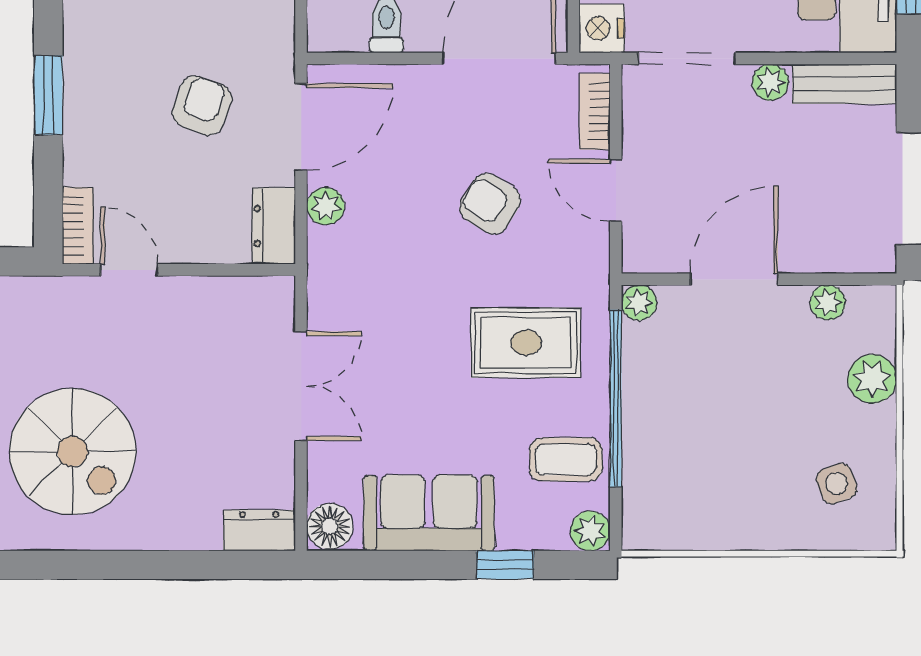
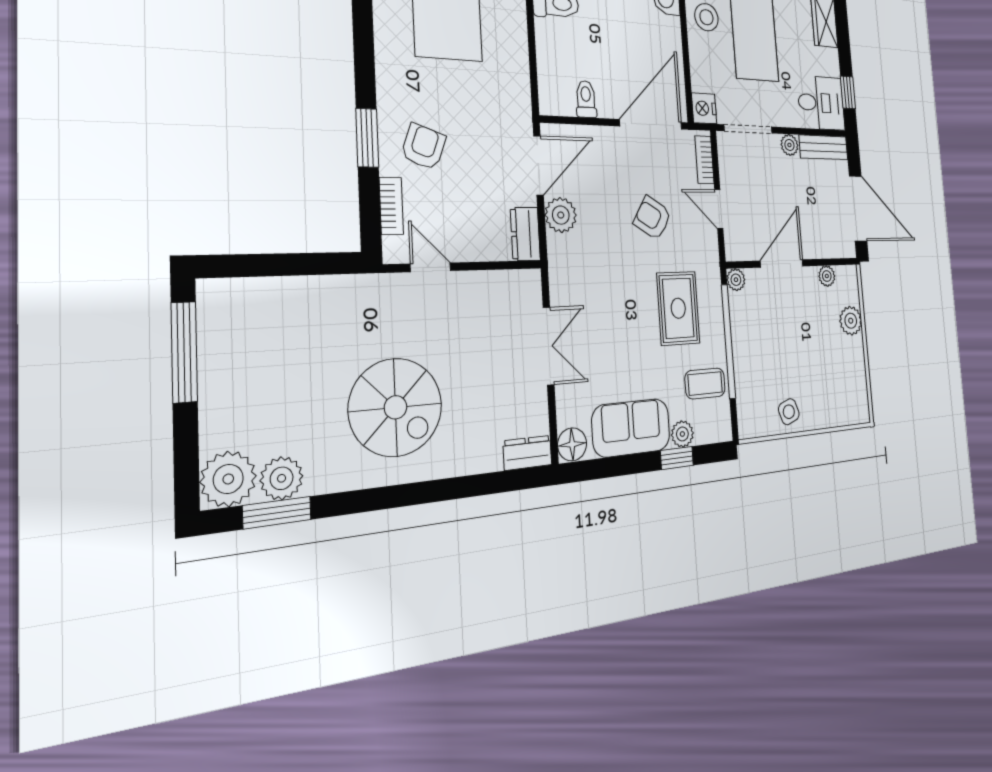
armchair: (202, 106) -> (424, 147), moved
plant: (326, 206) -> (561, 215), width x1.38, depth x1.38
bookcase: (78, 226) -> (391, 206), moved
rug: (526, 343) -> (678, 308), turned 90
side table: (837, 484) -> (789, 412), moved
plant: (590, 531) -> (682, 434), moved

